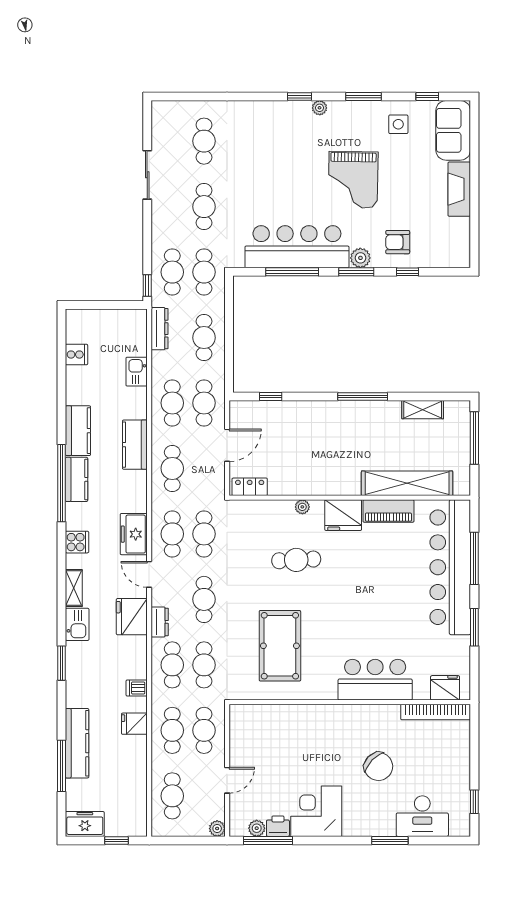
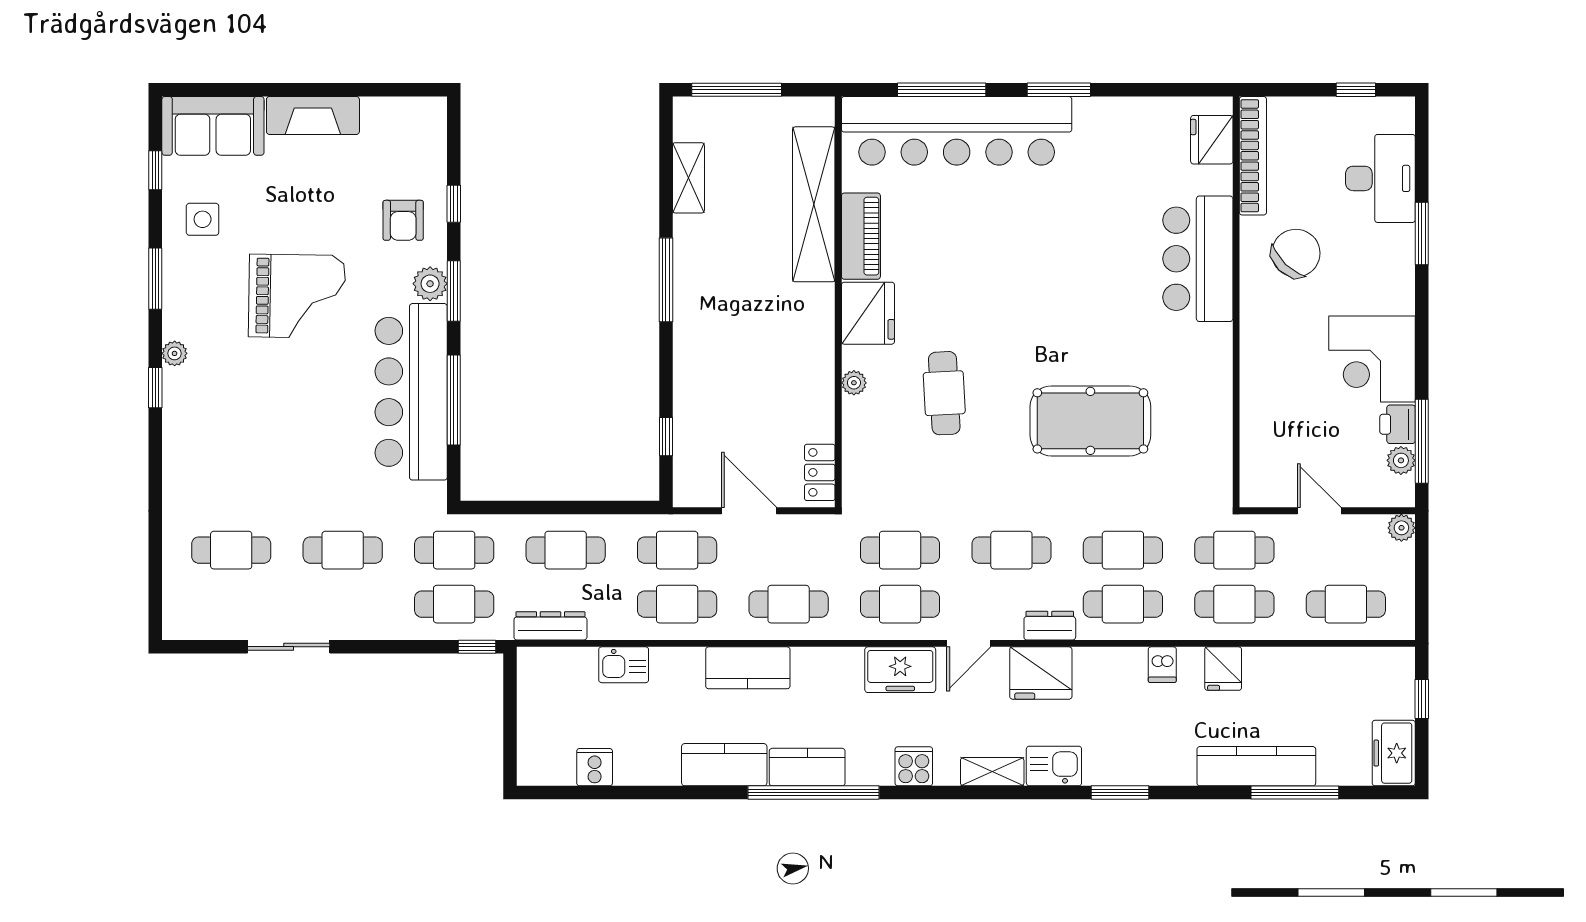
bar counter: (375, 680) -> (1198, 259), moved
fridge: (445, 688) -> (1212, 140), moved
wall: (350, 702) -> (1236, 302), moved
bookcase: (436, 712) -> (1253, 156), moved

